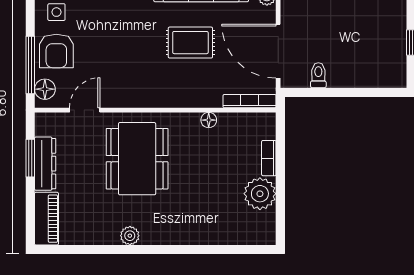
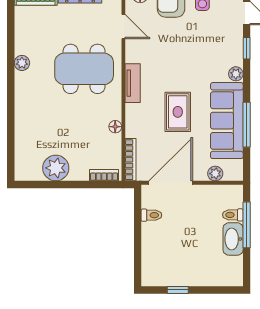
tv unit: (155, 99) -> (133, 83), added
bookcase: (269, 158) -> (104, 175), moved

